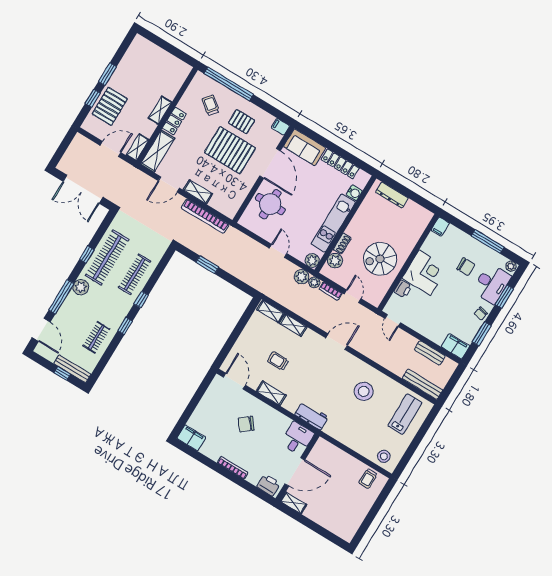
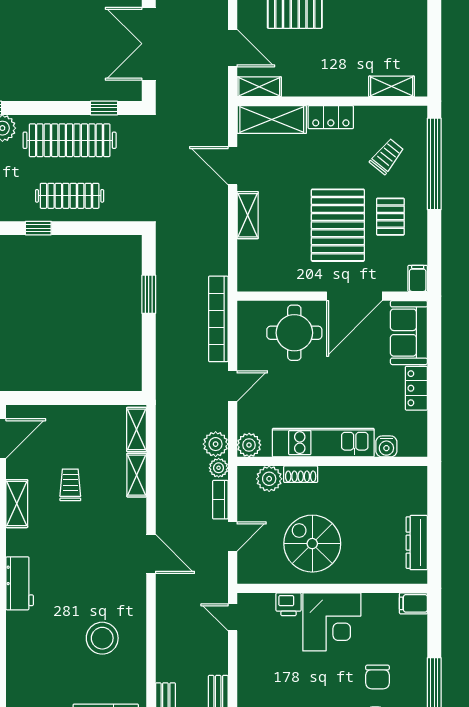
shelving: (160, 110) -> (392, 86), moved
locker: (340, 164) -> (416, 388), width x0.66
dresser: (392, 195) -> (417, 543), moved
bookcase: (205, 216) -> (218, 319), moved
window: (87, 255) -> (104, 108), moved
door: (393, 321) -> (233, 617), hinge flipped

